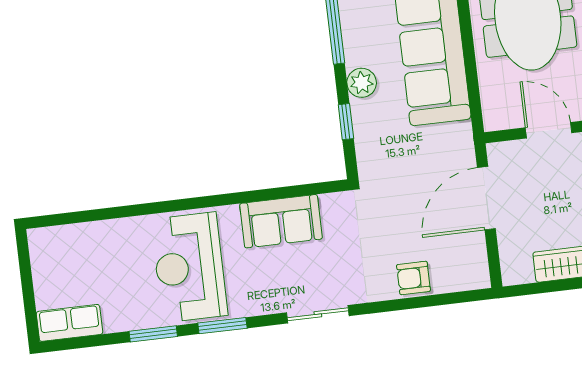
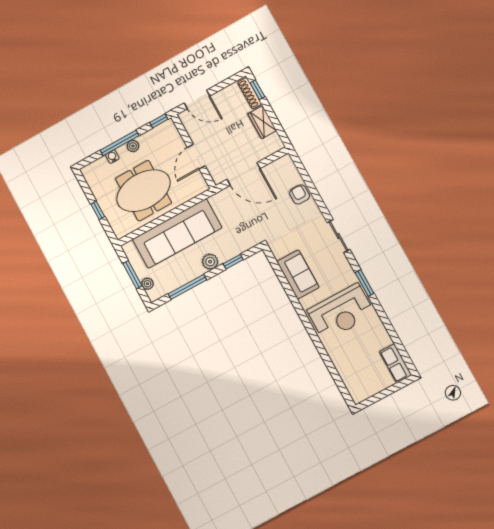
armchair: (414, 278) -> (300, 194), turned 180
window: (153, 334) -> (383, 317), removed

